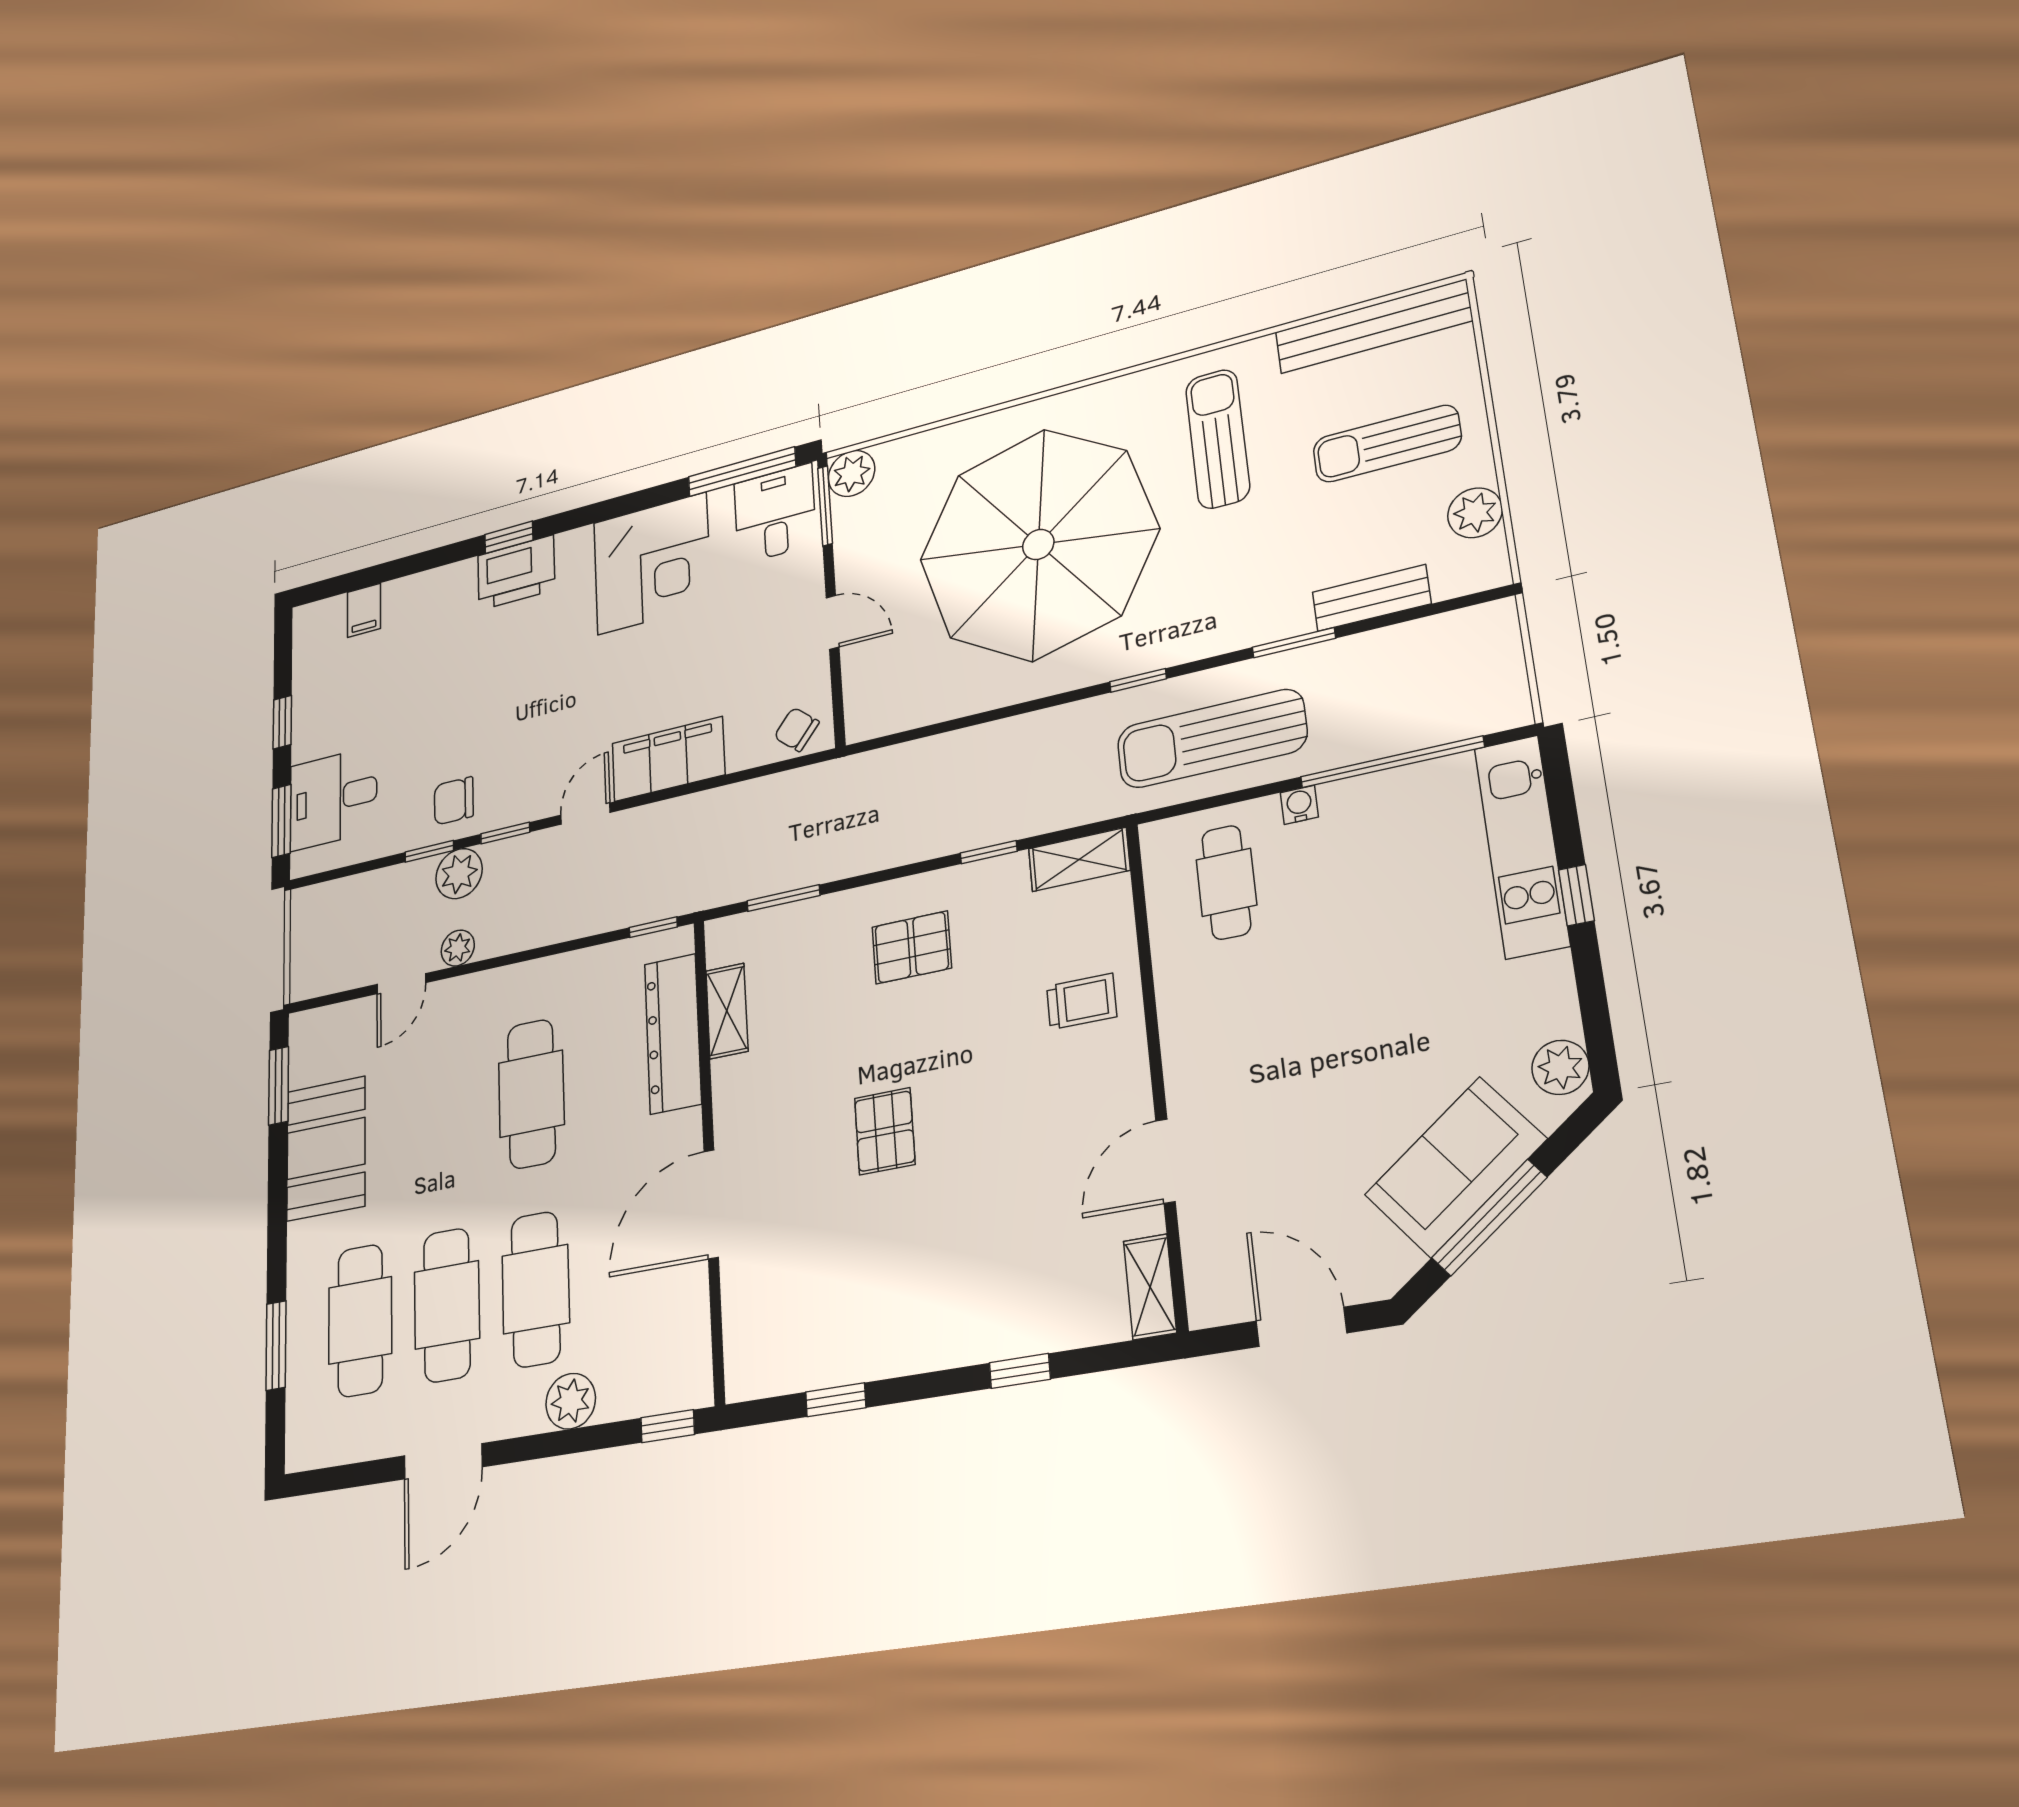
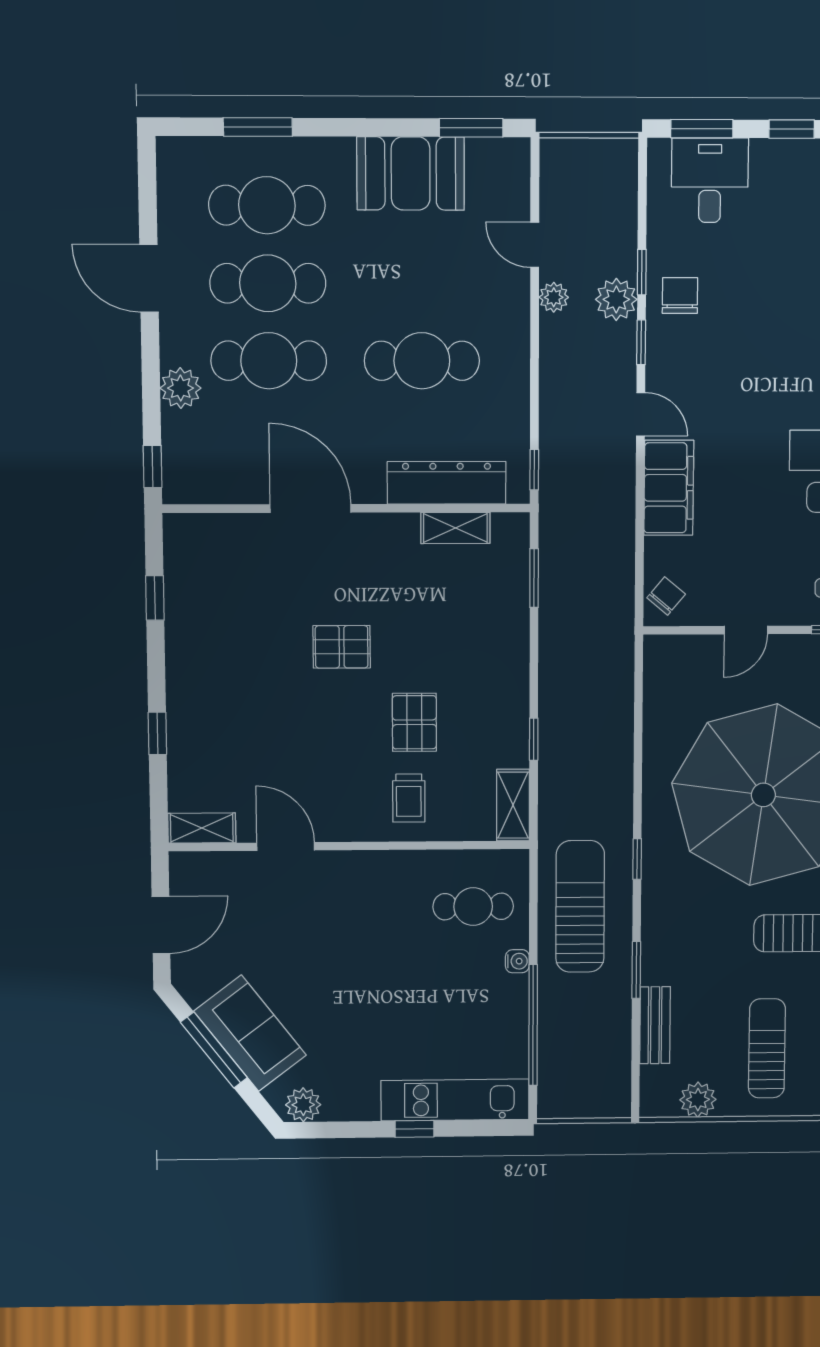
pallet: (912, 947) -> (414, 722), moved

